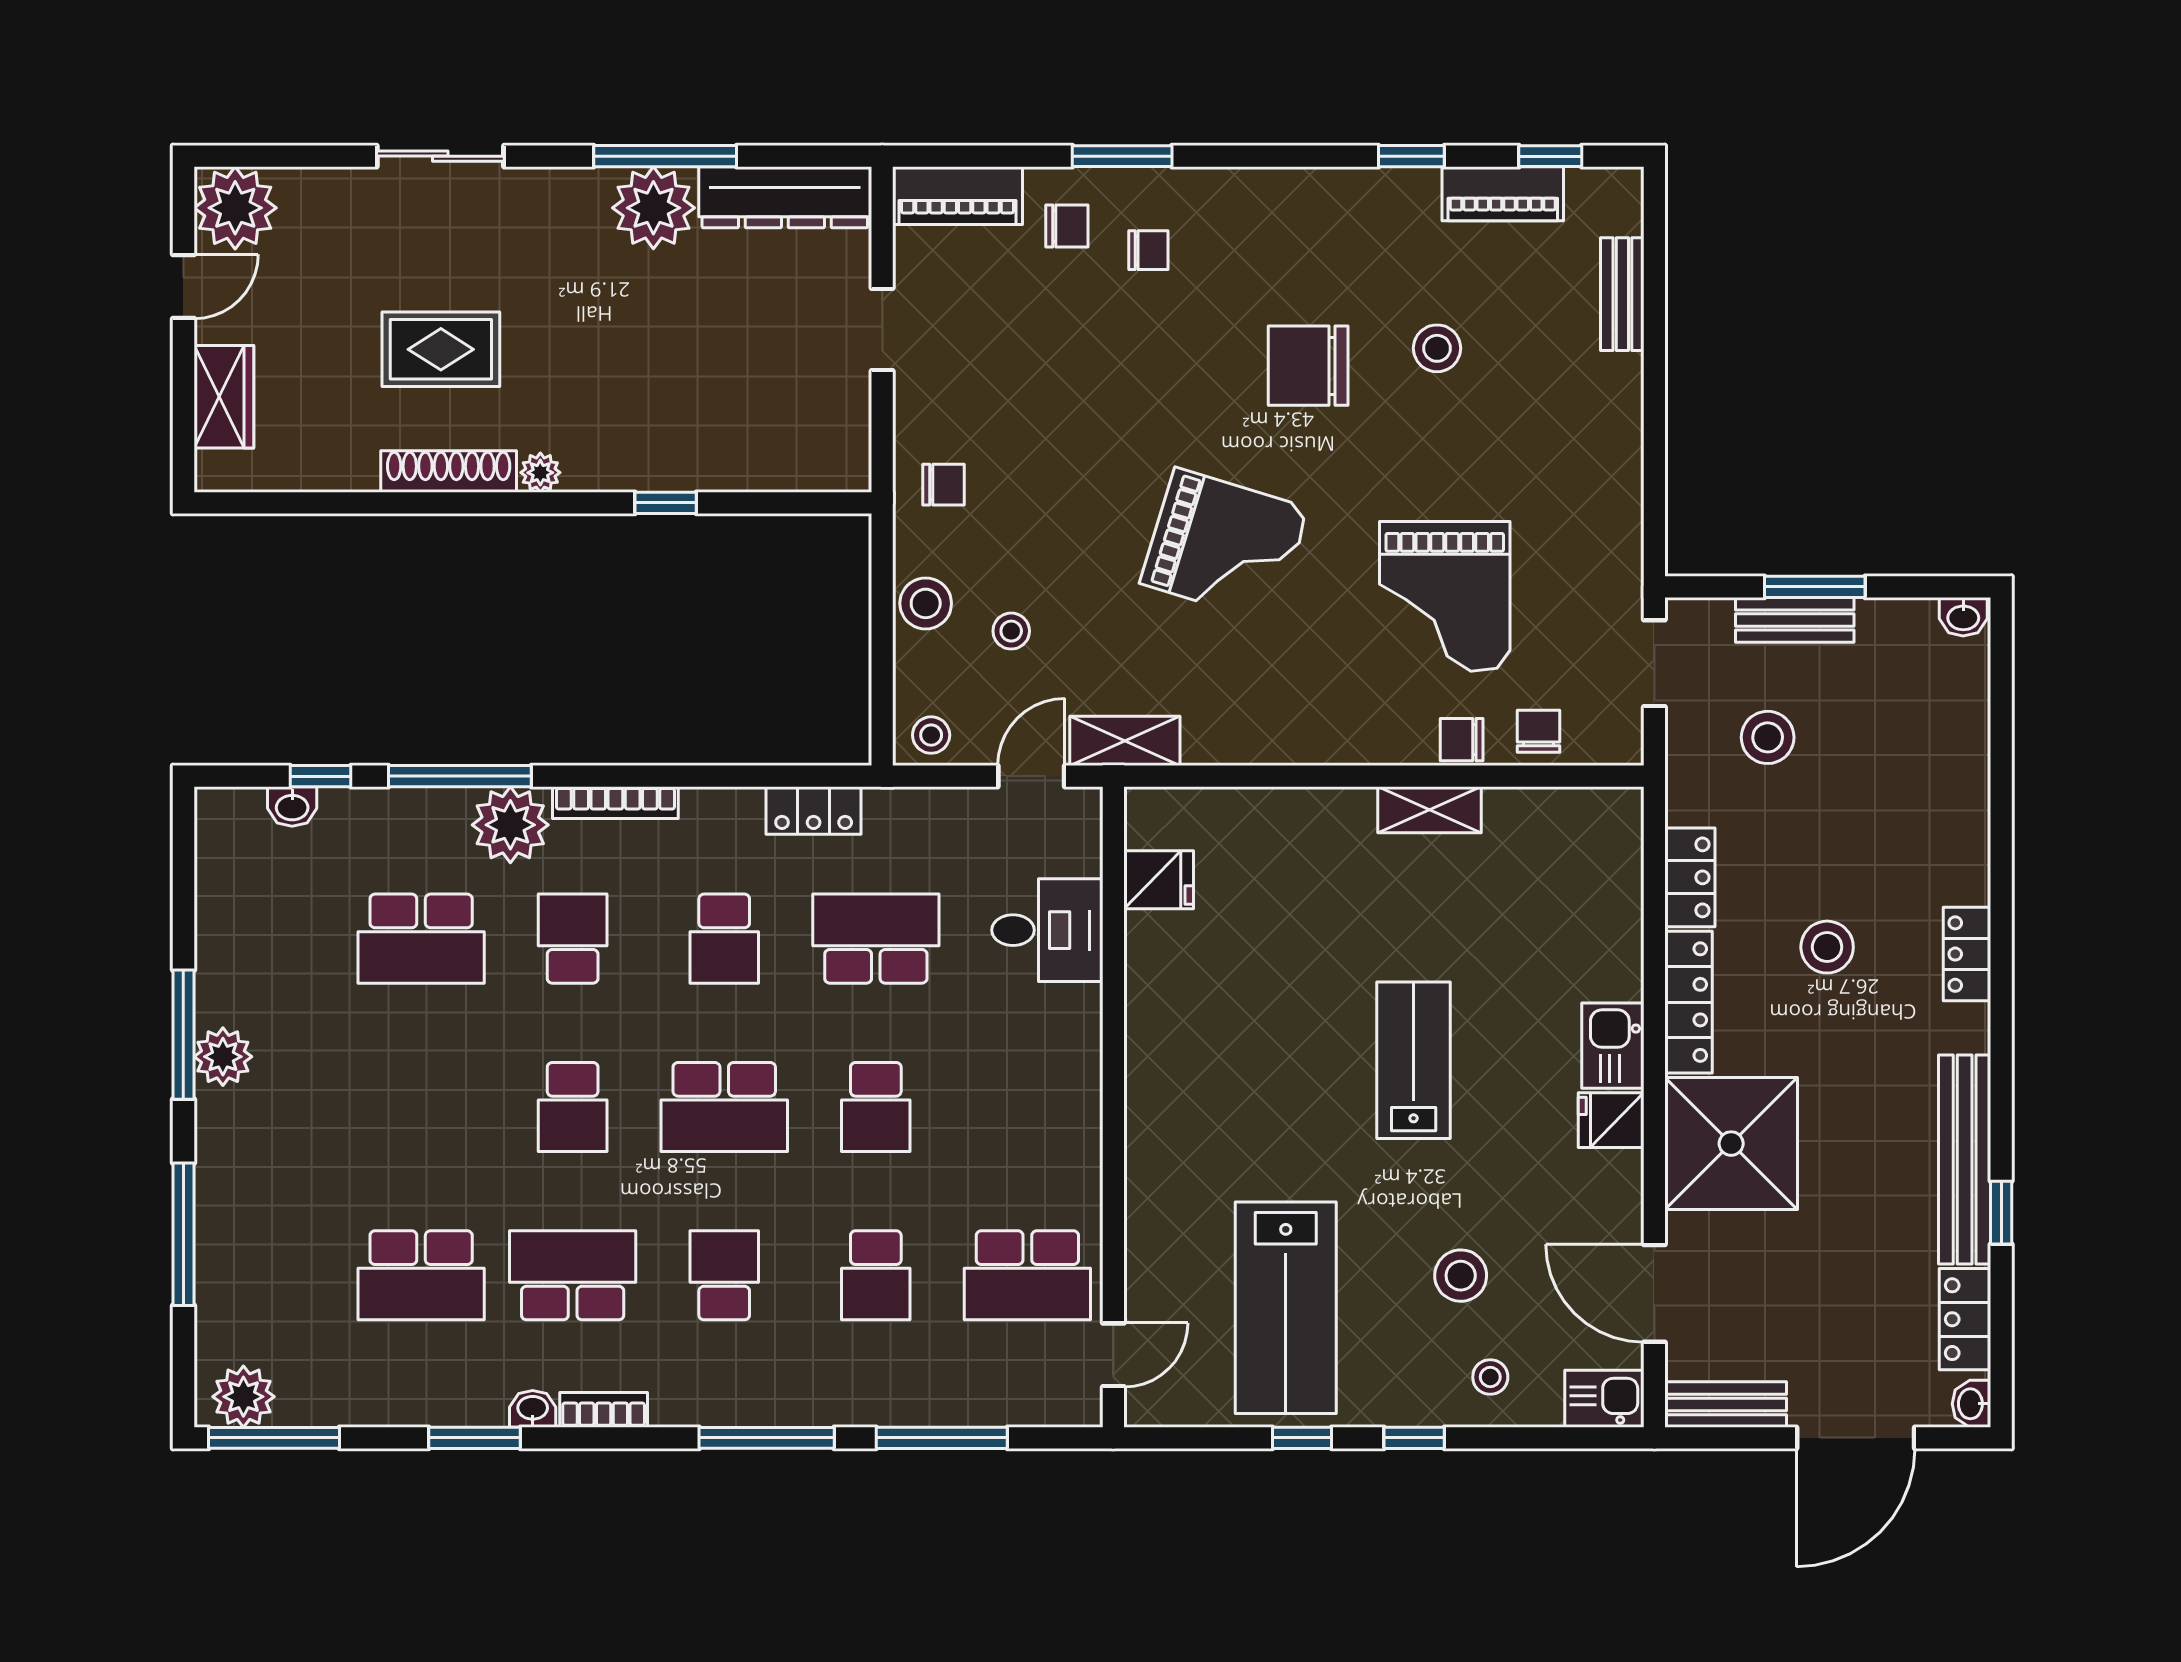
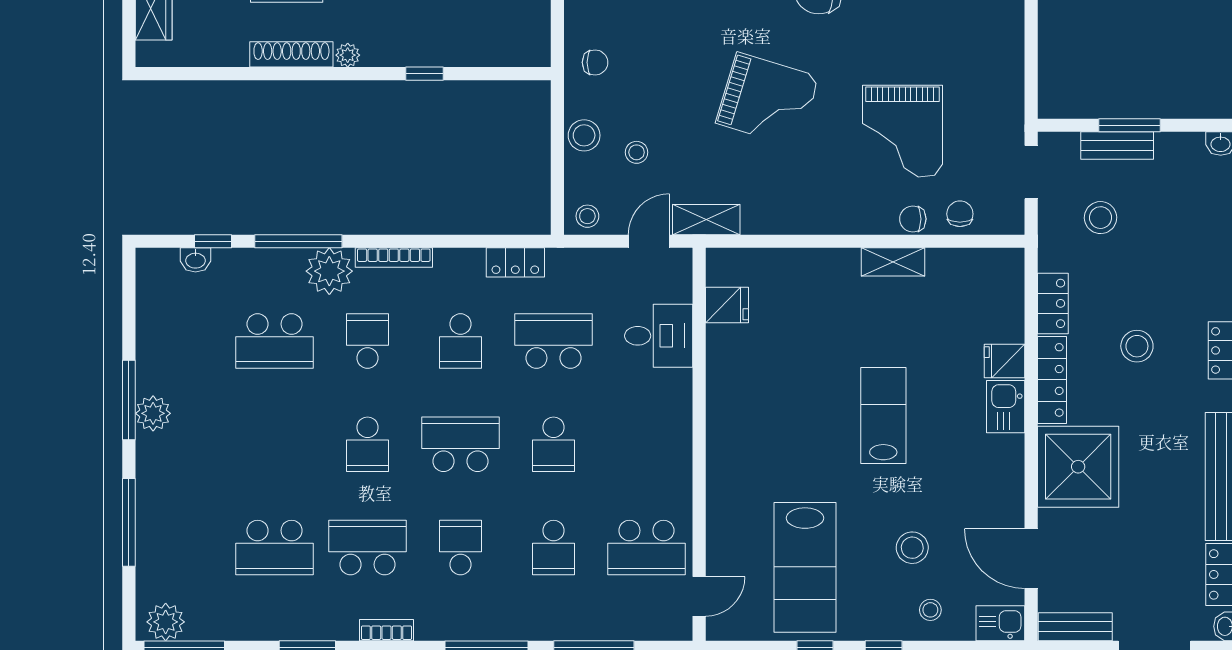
school desk: (724, 1107) -> (461, 444), turned 180
fridge: (1611, 1120) -> (1005, 361), moved
washbasin: (533, 1409) -> (343, 629), removed

